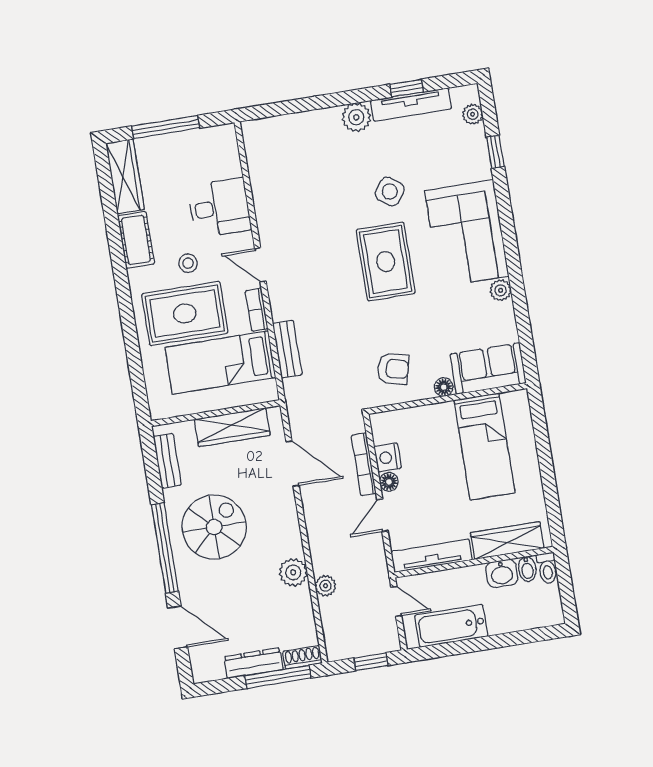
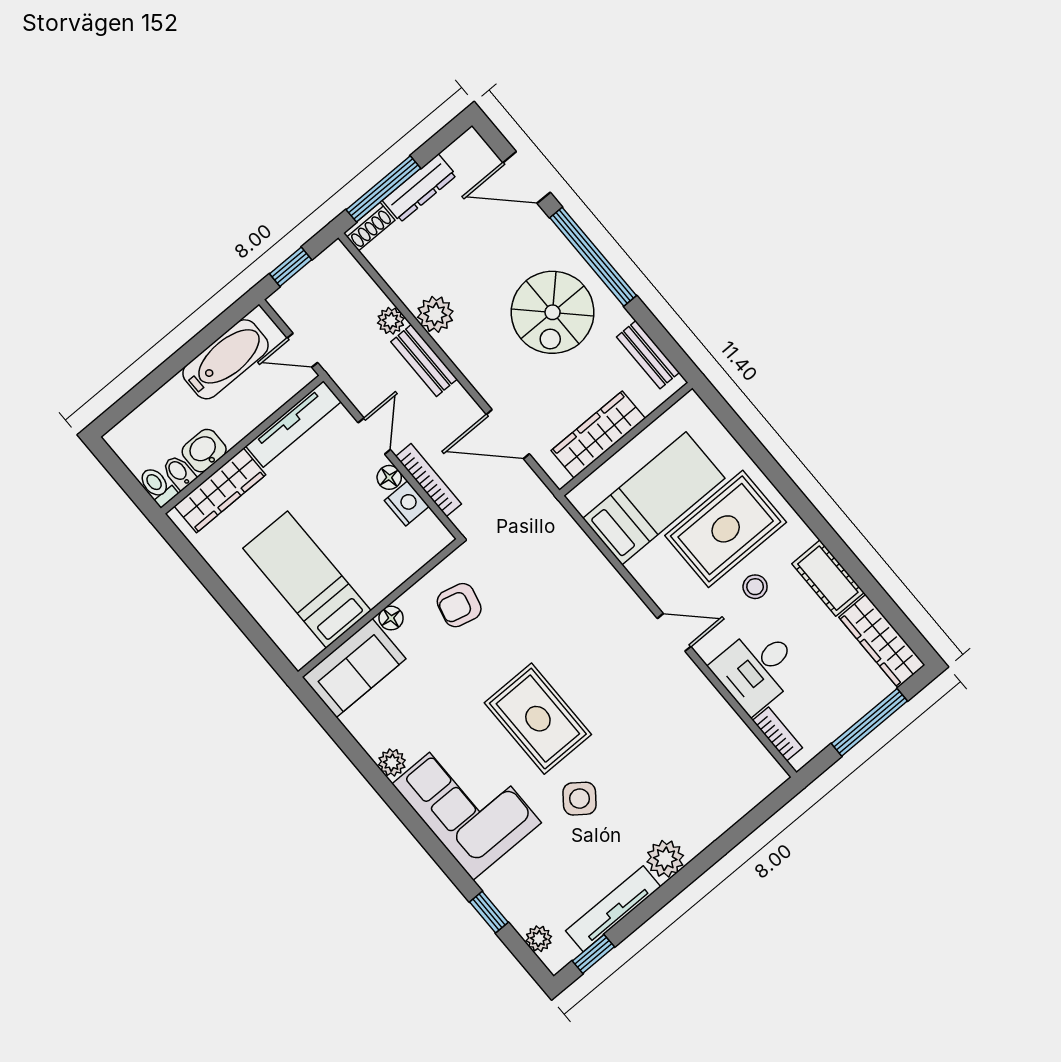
window: (407, 88) -> (593, 954), moved
bookcase: (257, 310) -> (777, 734), moved
bench: (287, 349) -> (424, 360), moved

